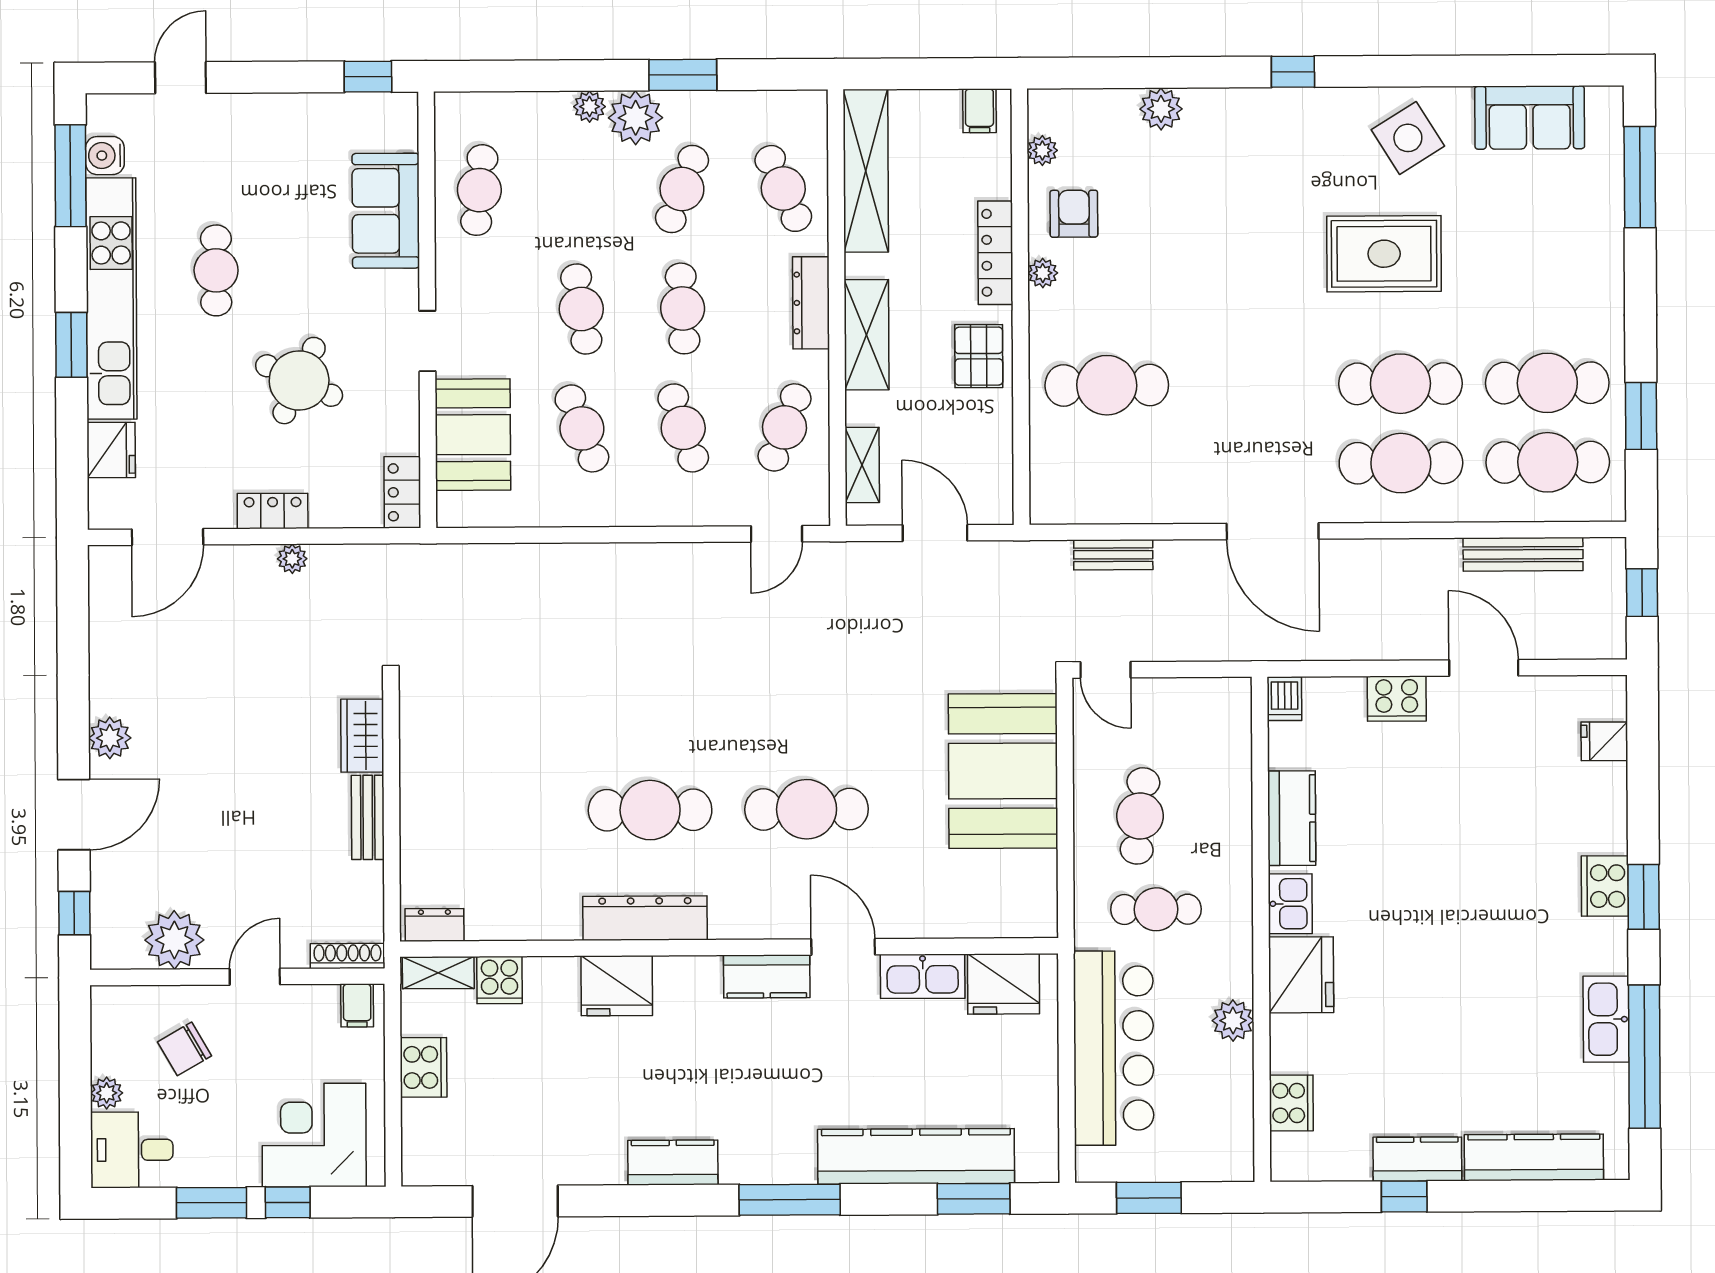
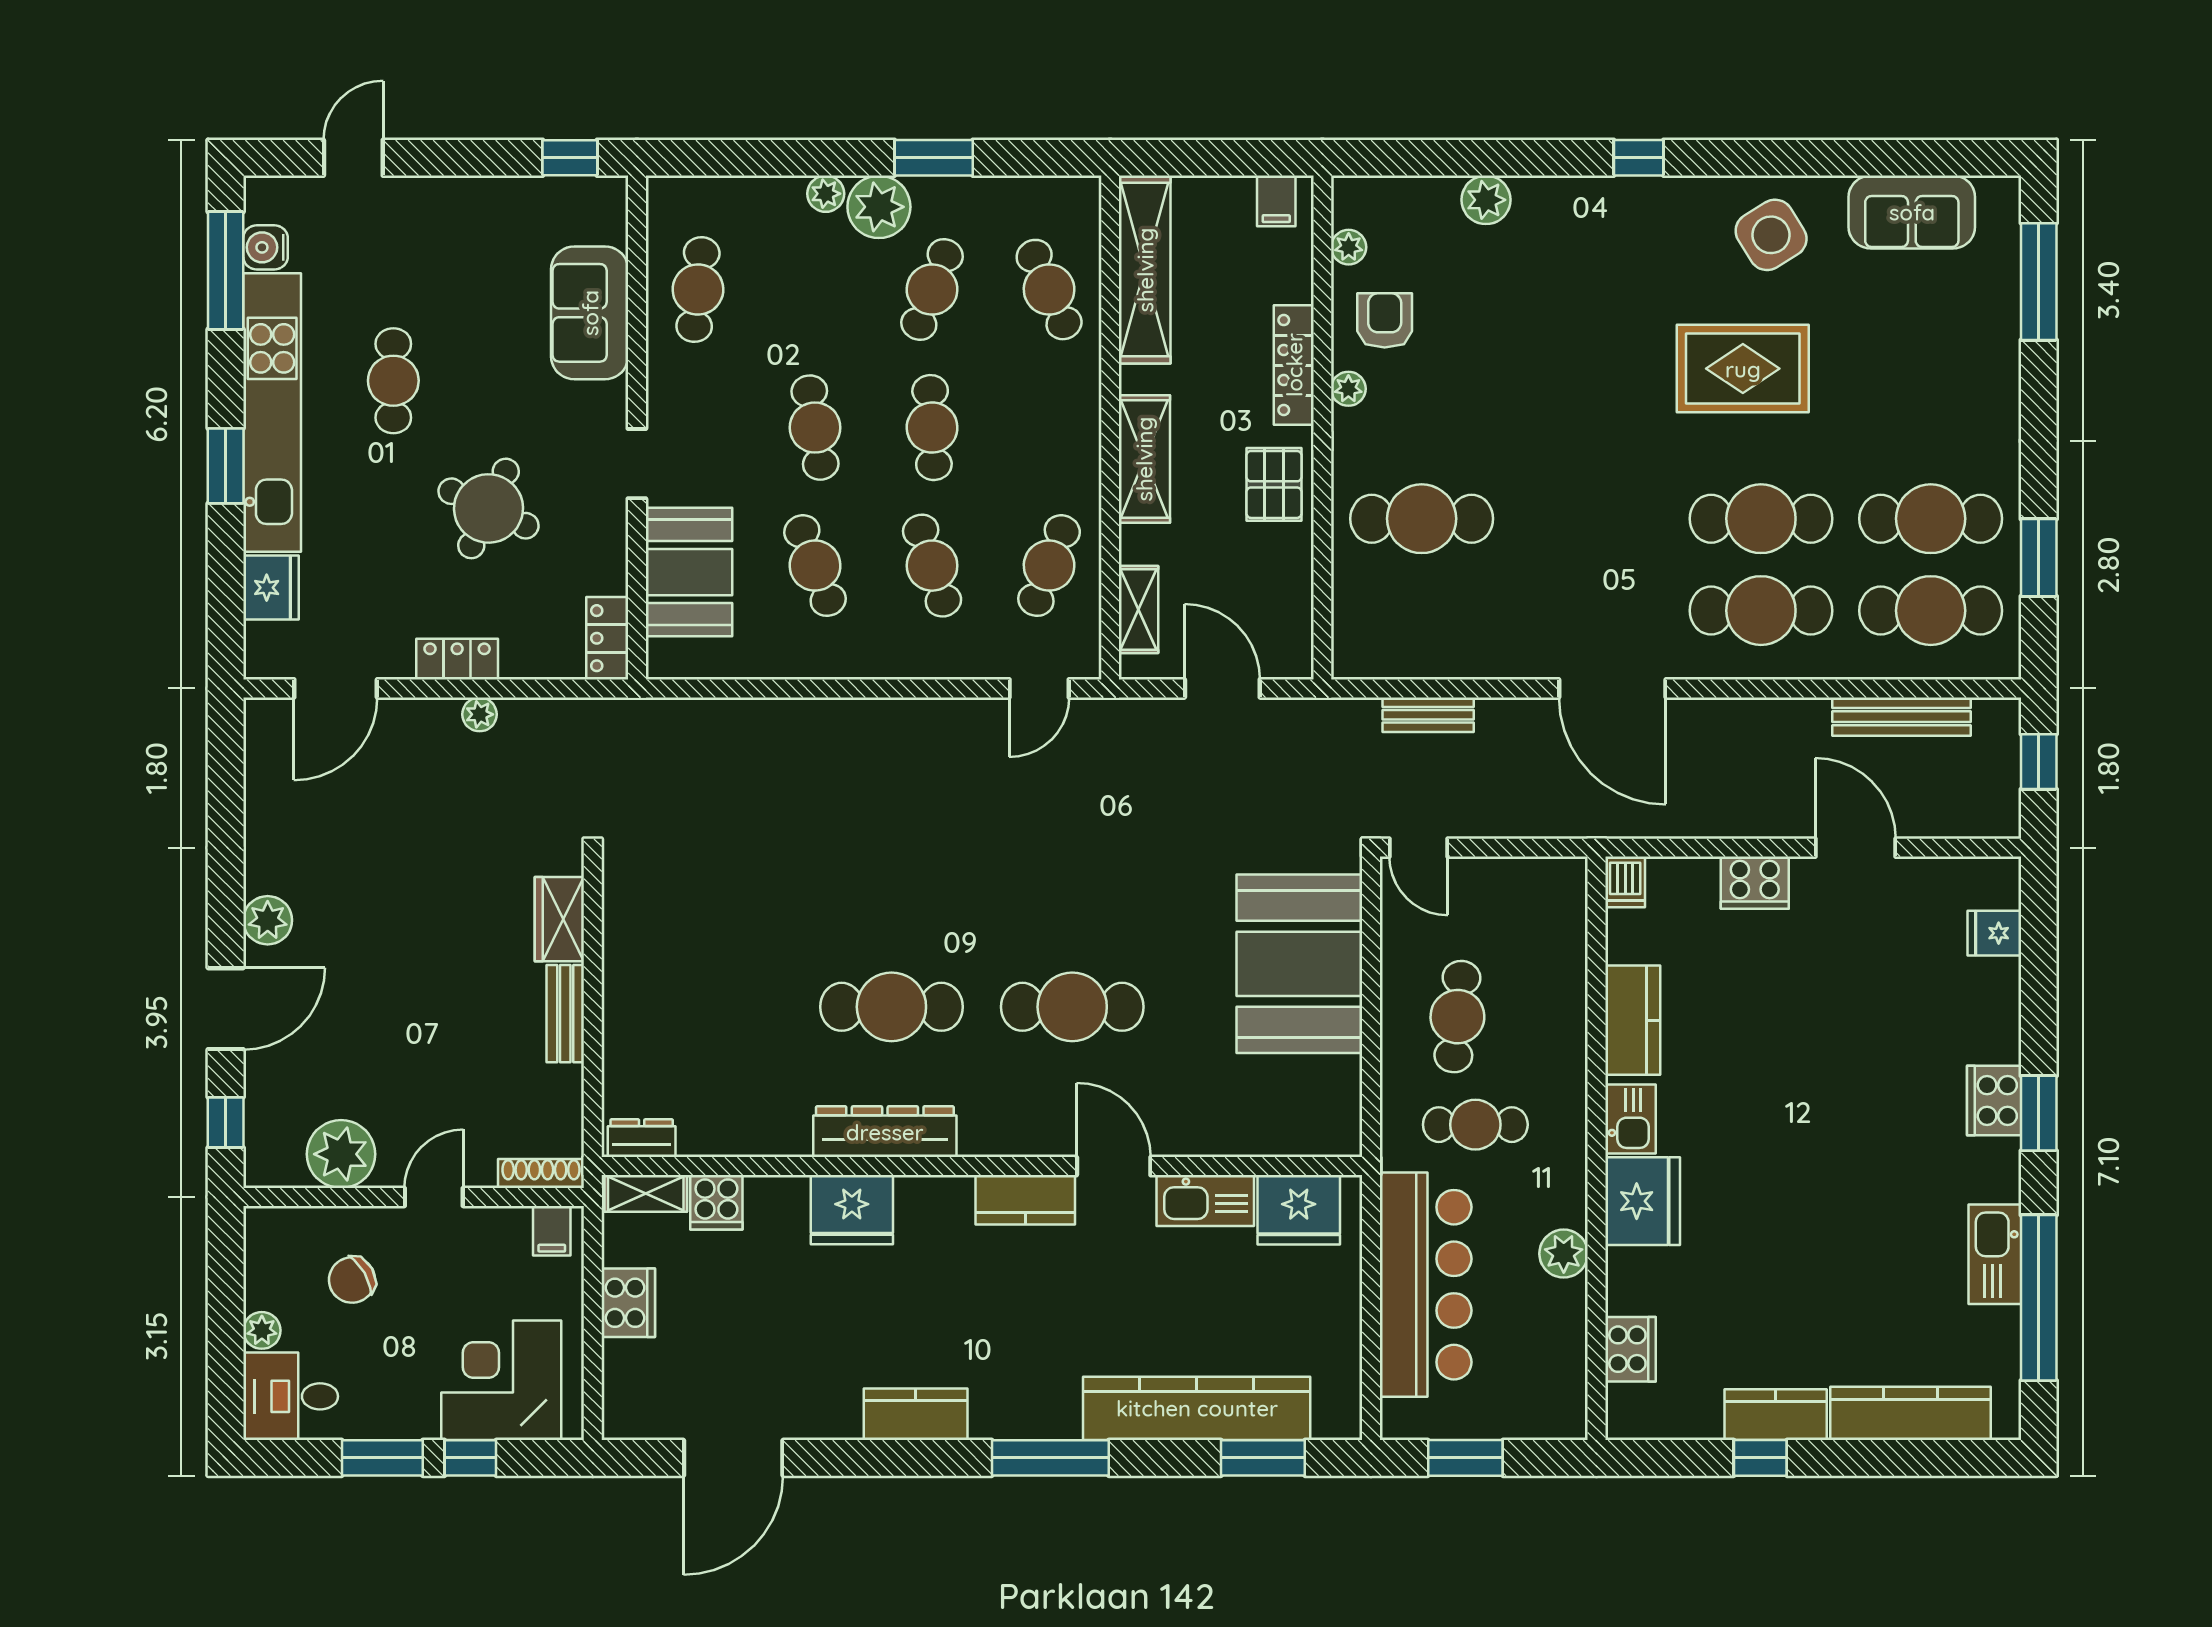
dresser: (811, 303) -> (1080, 422), removed

